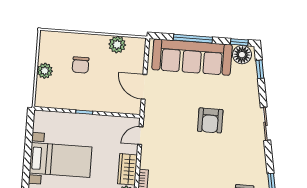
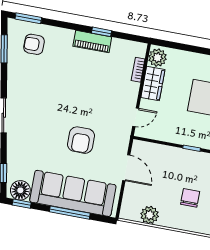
armchair: (210, 120) -> (81, 140), moved, turned 180

